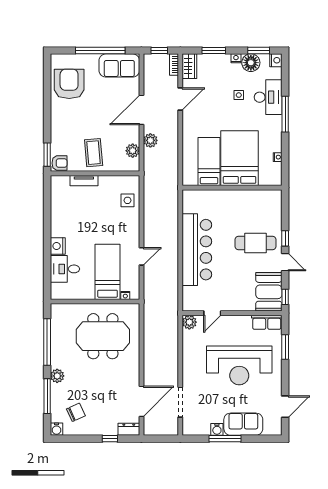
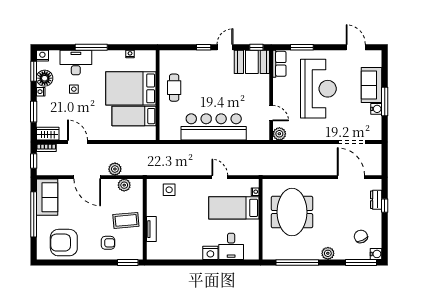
armchair: (60, 163) -> (108, 243), moved, turned 90
cafe table: (255, 243) -> (174, 88), moved, width x0.73, depth x0.74
window: (47, 396) -> (361, 263), moved
dresser: (129, 429) -> (376, 200), moved

